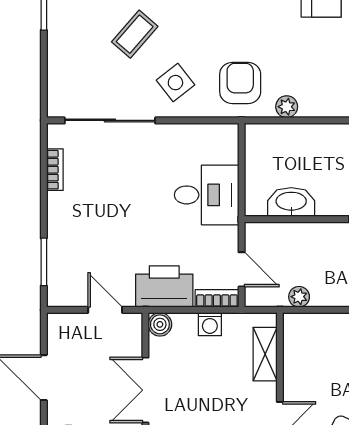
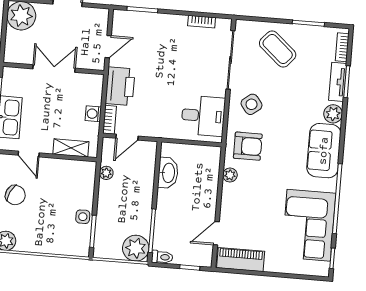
coffee table: (135, 34) -> (278, 49), moved, width x1.36, depth x1.30
desk: (207, 195) -> (203, 116), moved, turned -90
boiler: (160, 324) -> (96, 81), removed

